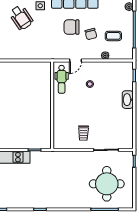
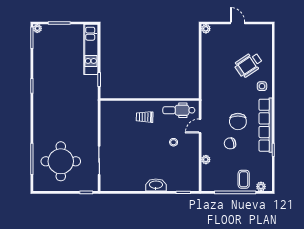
chair: (72, 27) -> (238, 122), turned 180
coffee table: (113, 36) -> (244, 179), moved
door: (75, 61) -> (200, 126), hinge flipped
trolley: (83, 133) -> (145, 117), moved

